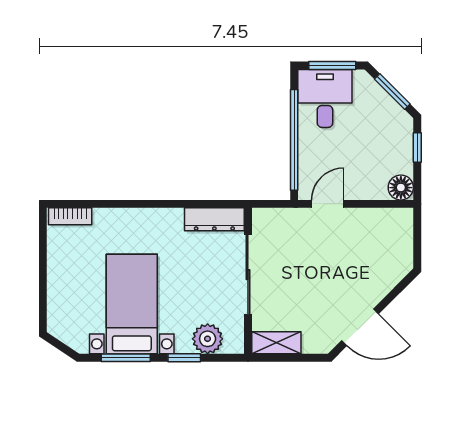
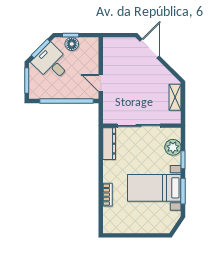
desk: (325, 98) -> (51, 63), moved, turned 45
floor lamp: (401, 188) -> (72, 44), moved
bookcase: (70, 216) -> (107, 195), moved
door: (360, 327) -> (150, 48), moved
shelving: (276, 343) -> (175, 97), moved

